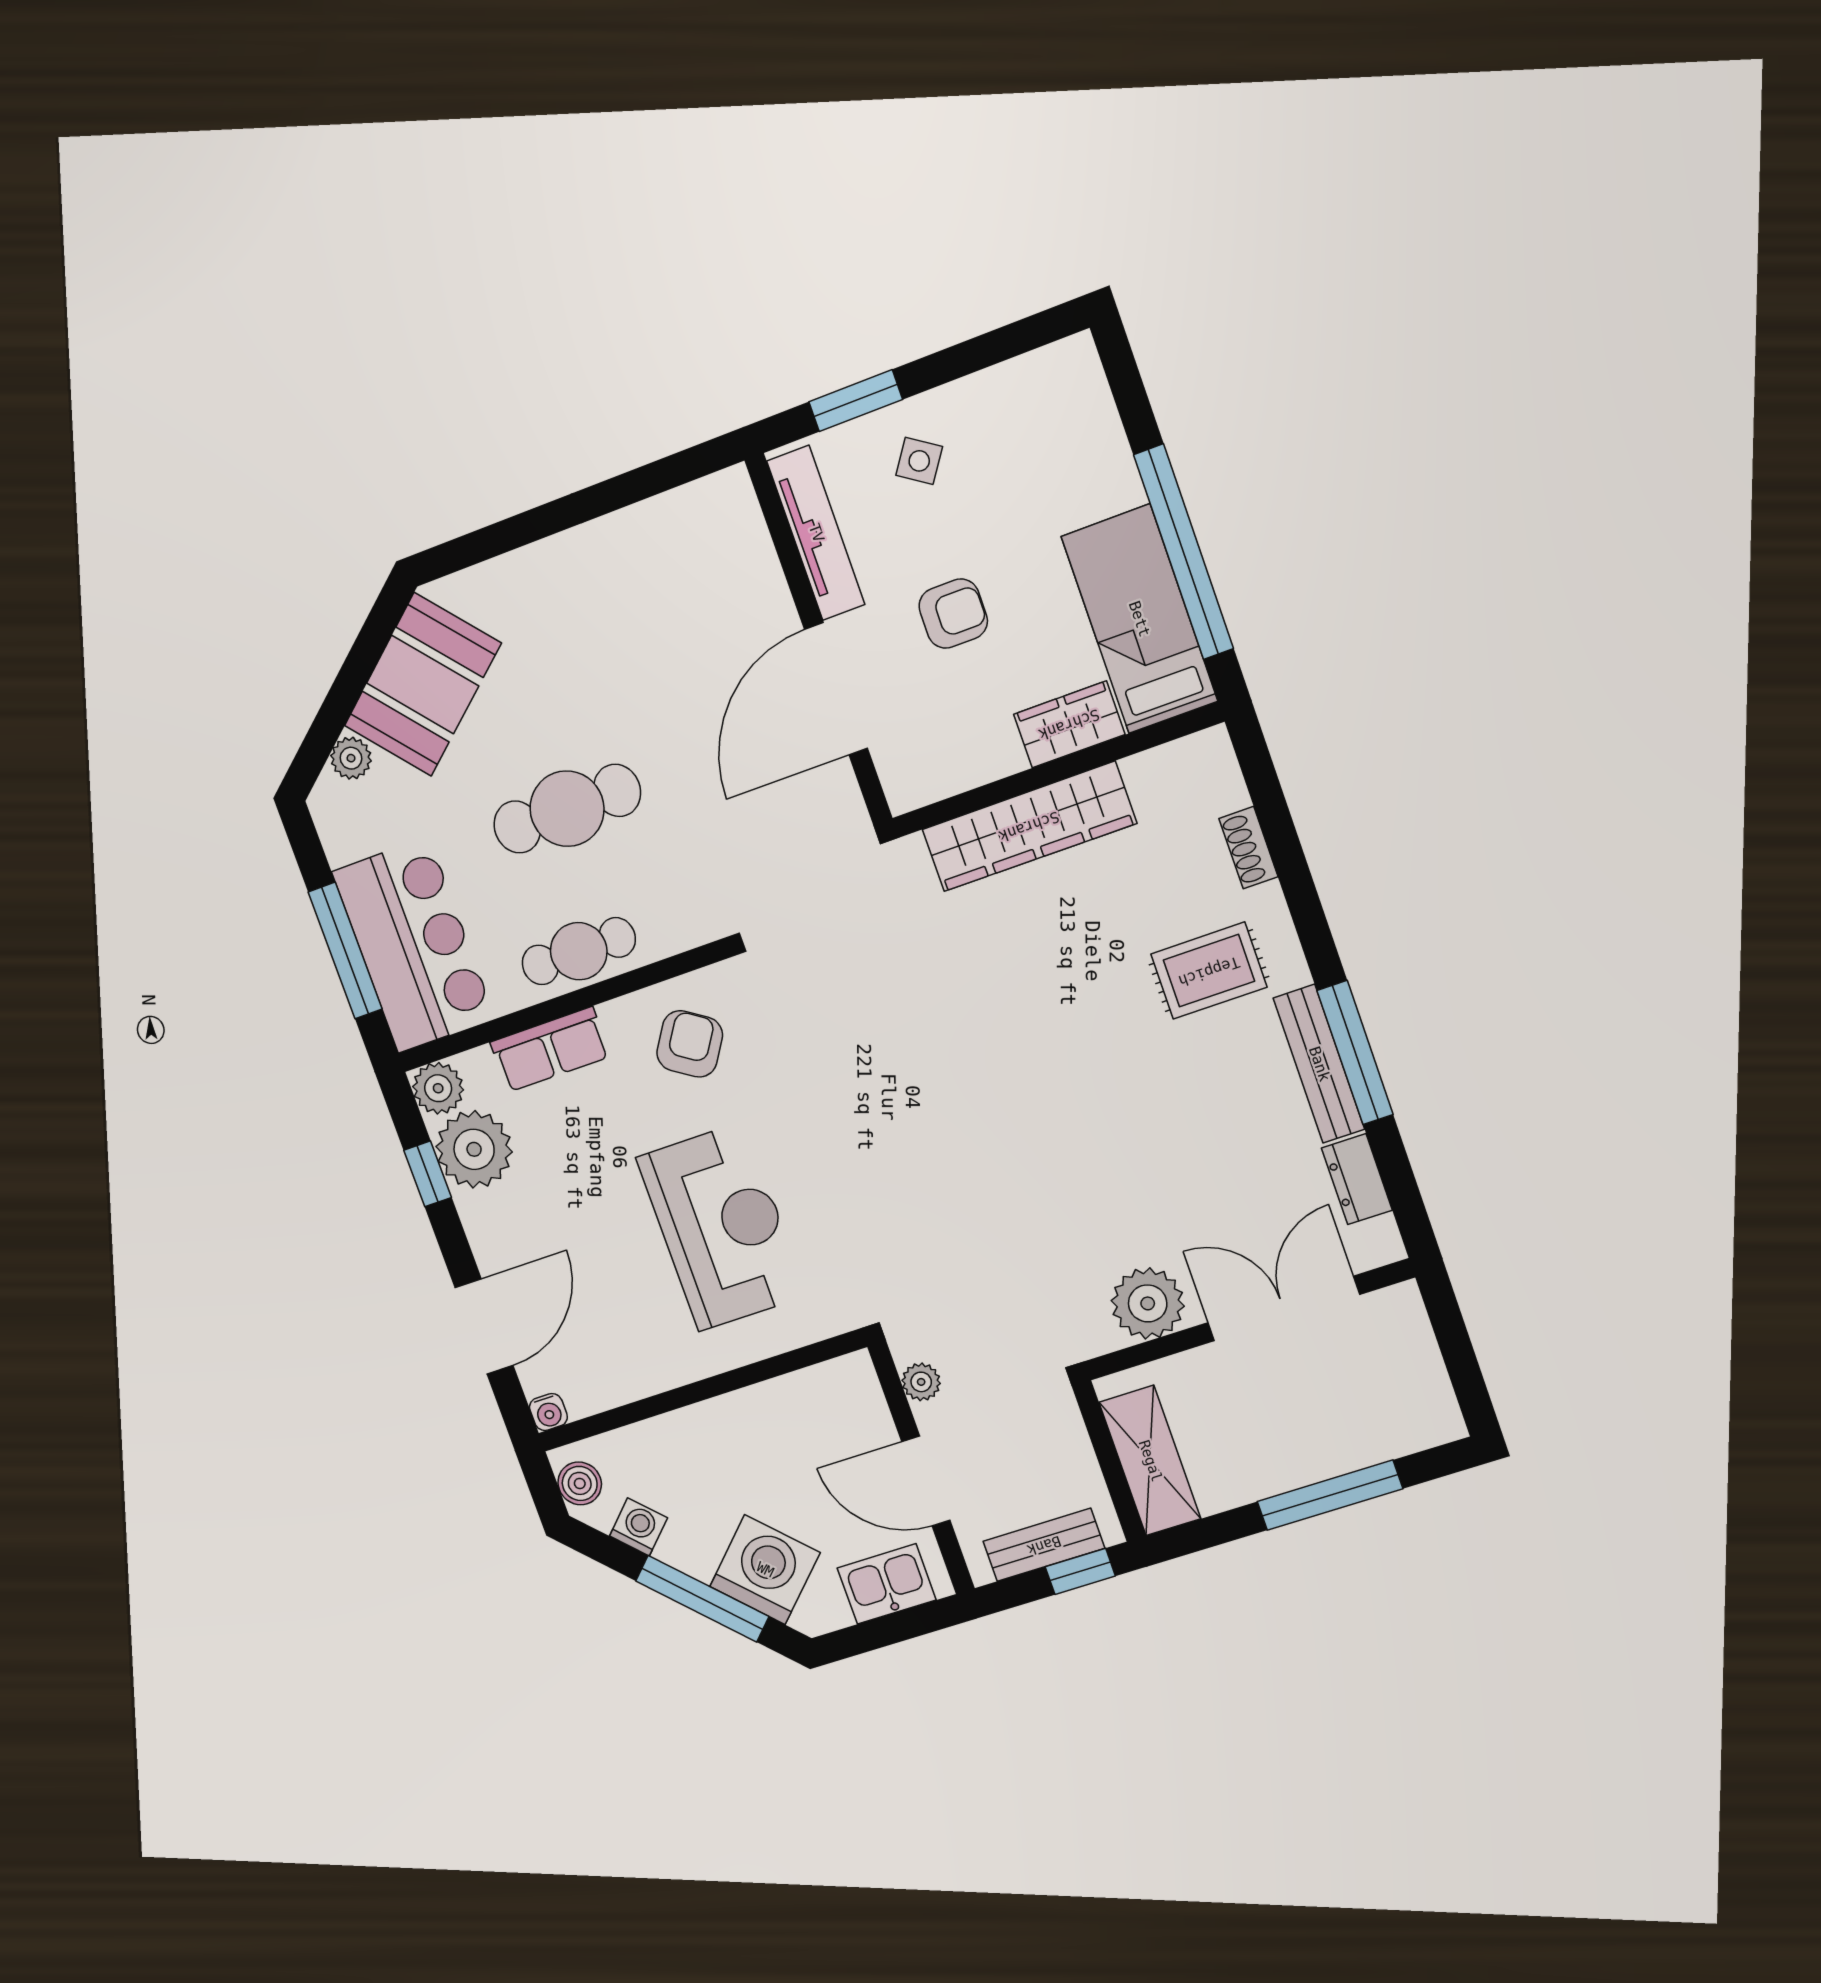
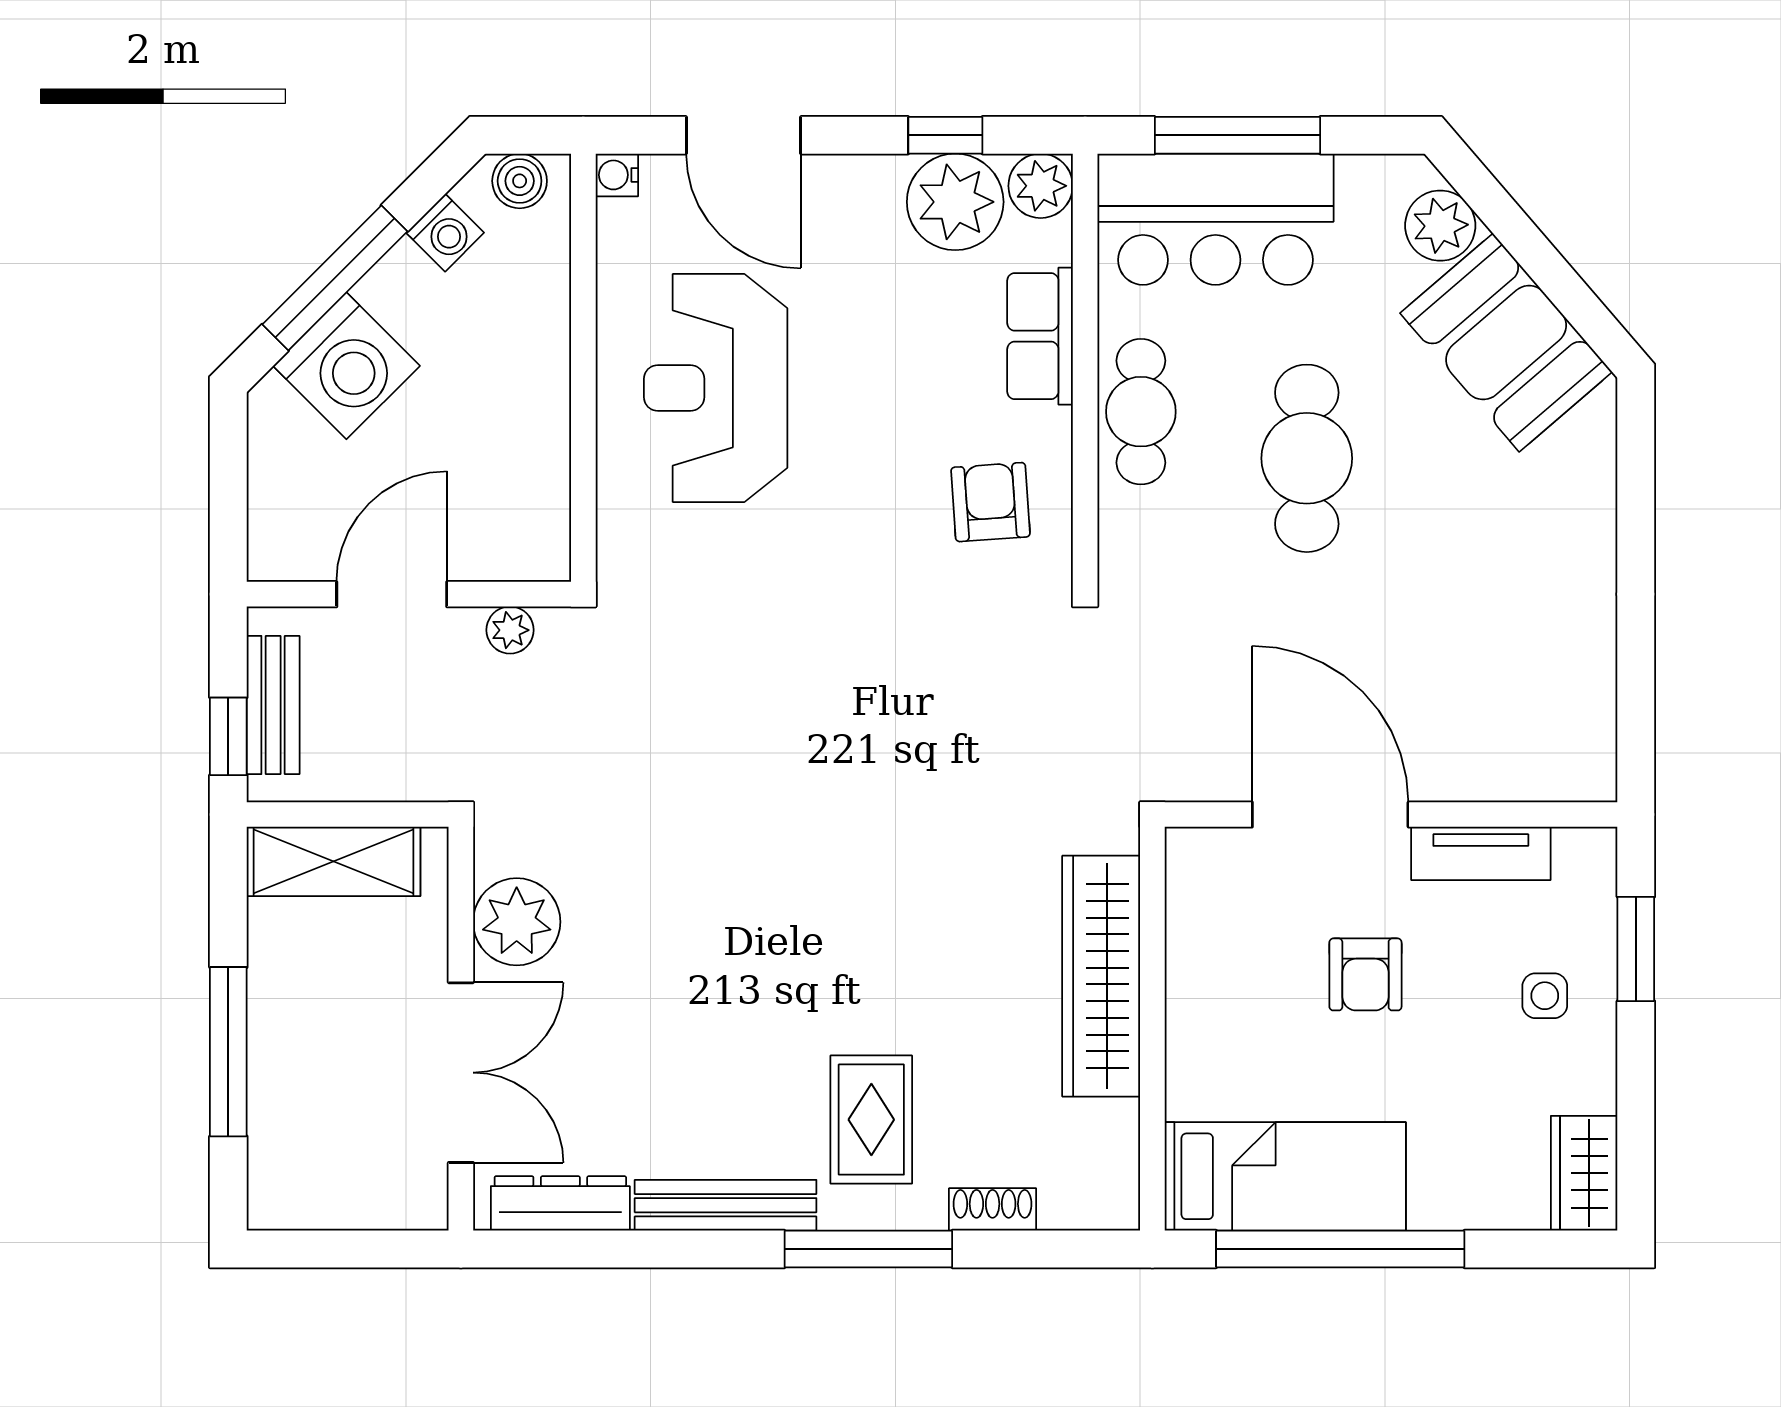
side table: (919, 461) -> (1545, 996), turned -34
tv unit: (816, 533) -> (1481, 853), width x0.71
wardrobe: (1069, 724) -> (1584, 1173), moved, turned 180
plant: (351, 758) -> (1440, 226), width x1.38, depth x1.38
armchair: (690, 1044) -> (991, 502), turned -127
window: (1355, 1053) -> (868, 1249), moved
dresser: (1357, 1179) -> (560, 1203), width x1.44
reception desk: (722, 1227) -> (716, 388), moved, turned 90
kitchen sink: (887, 1584) -> (284, 504), removed

